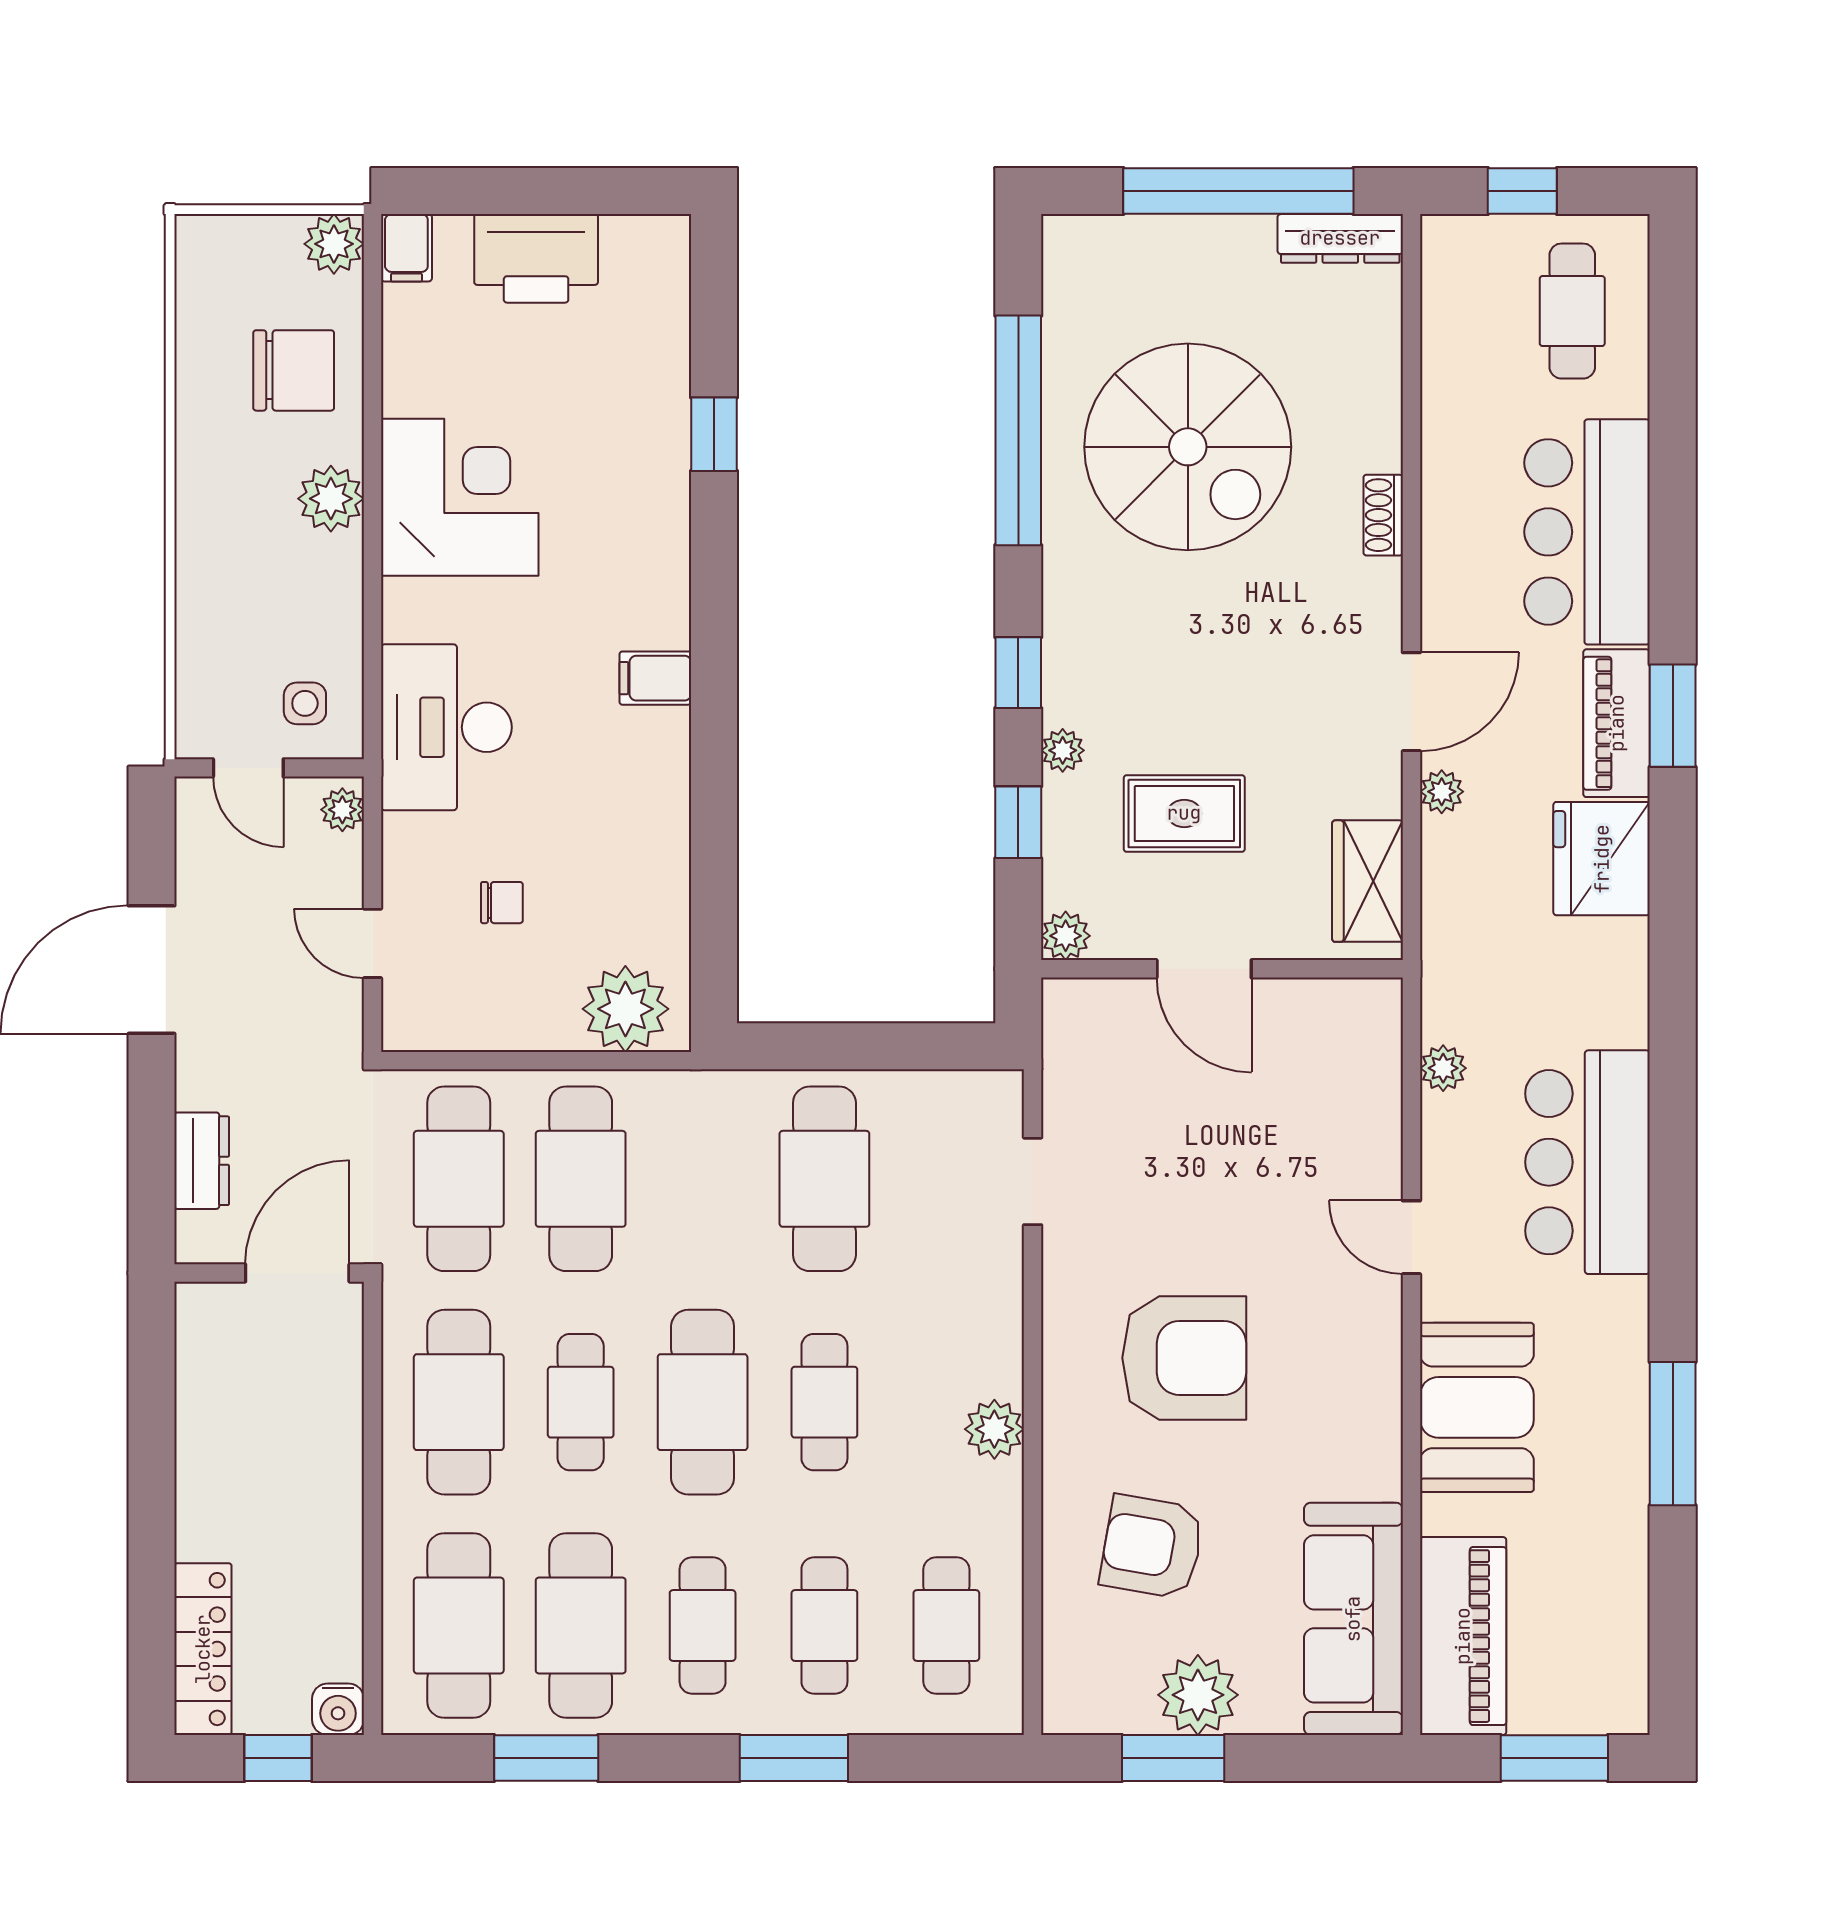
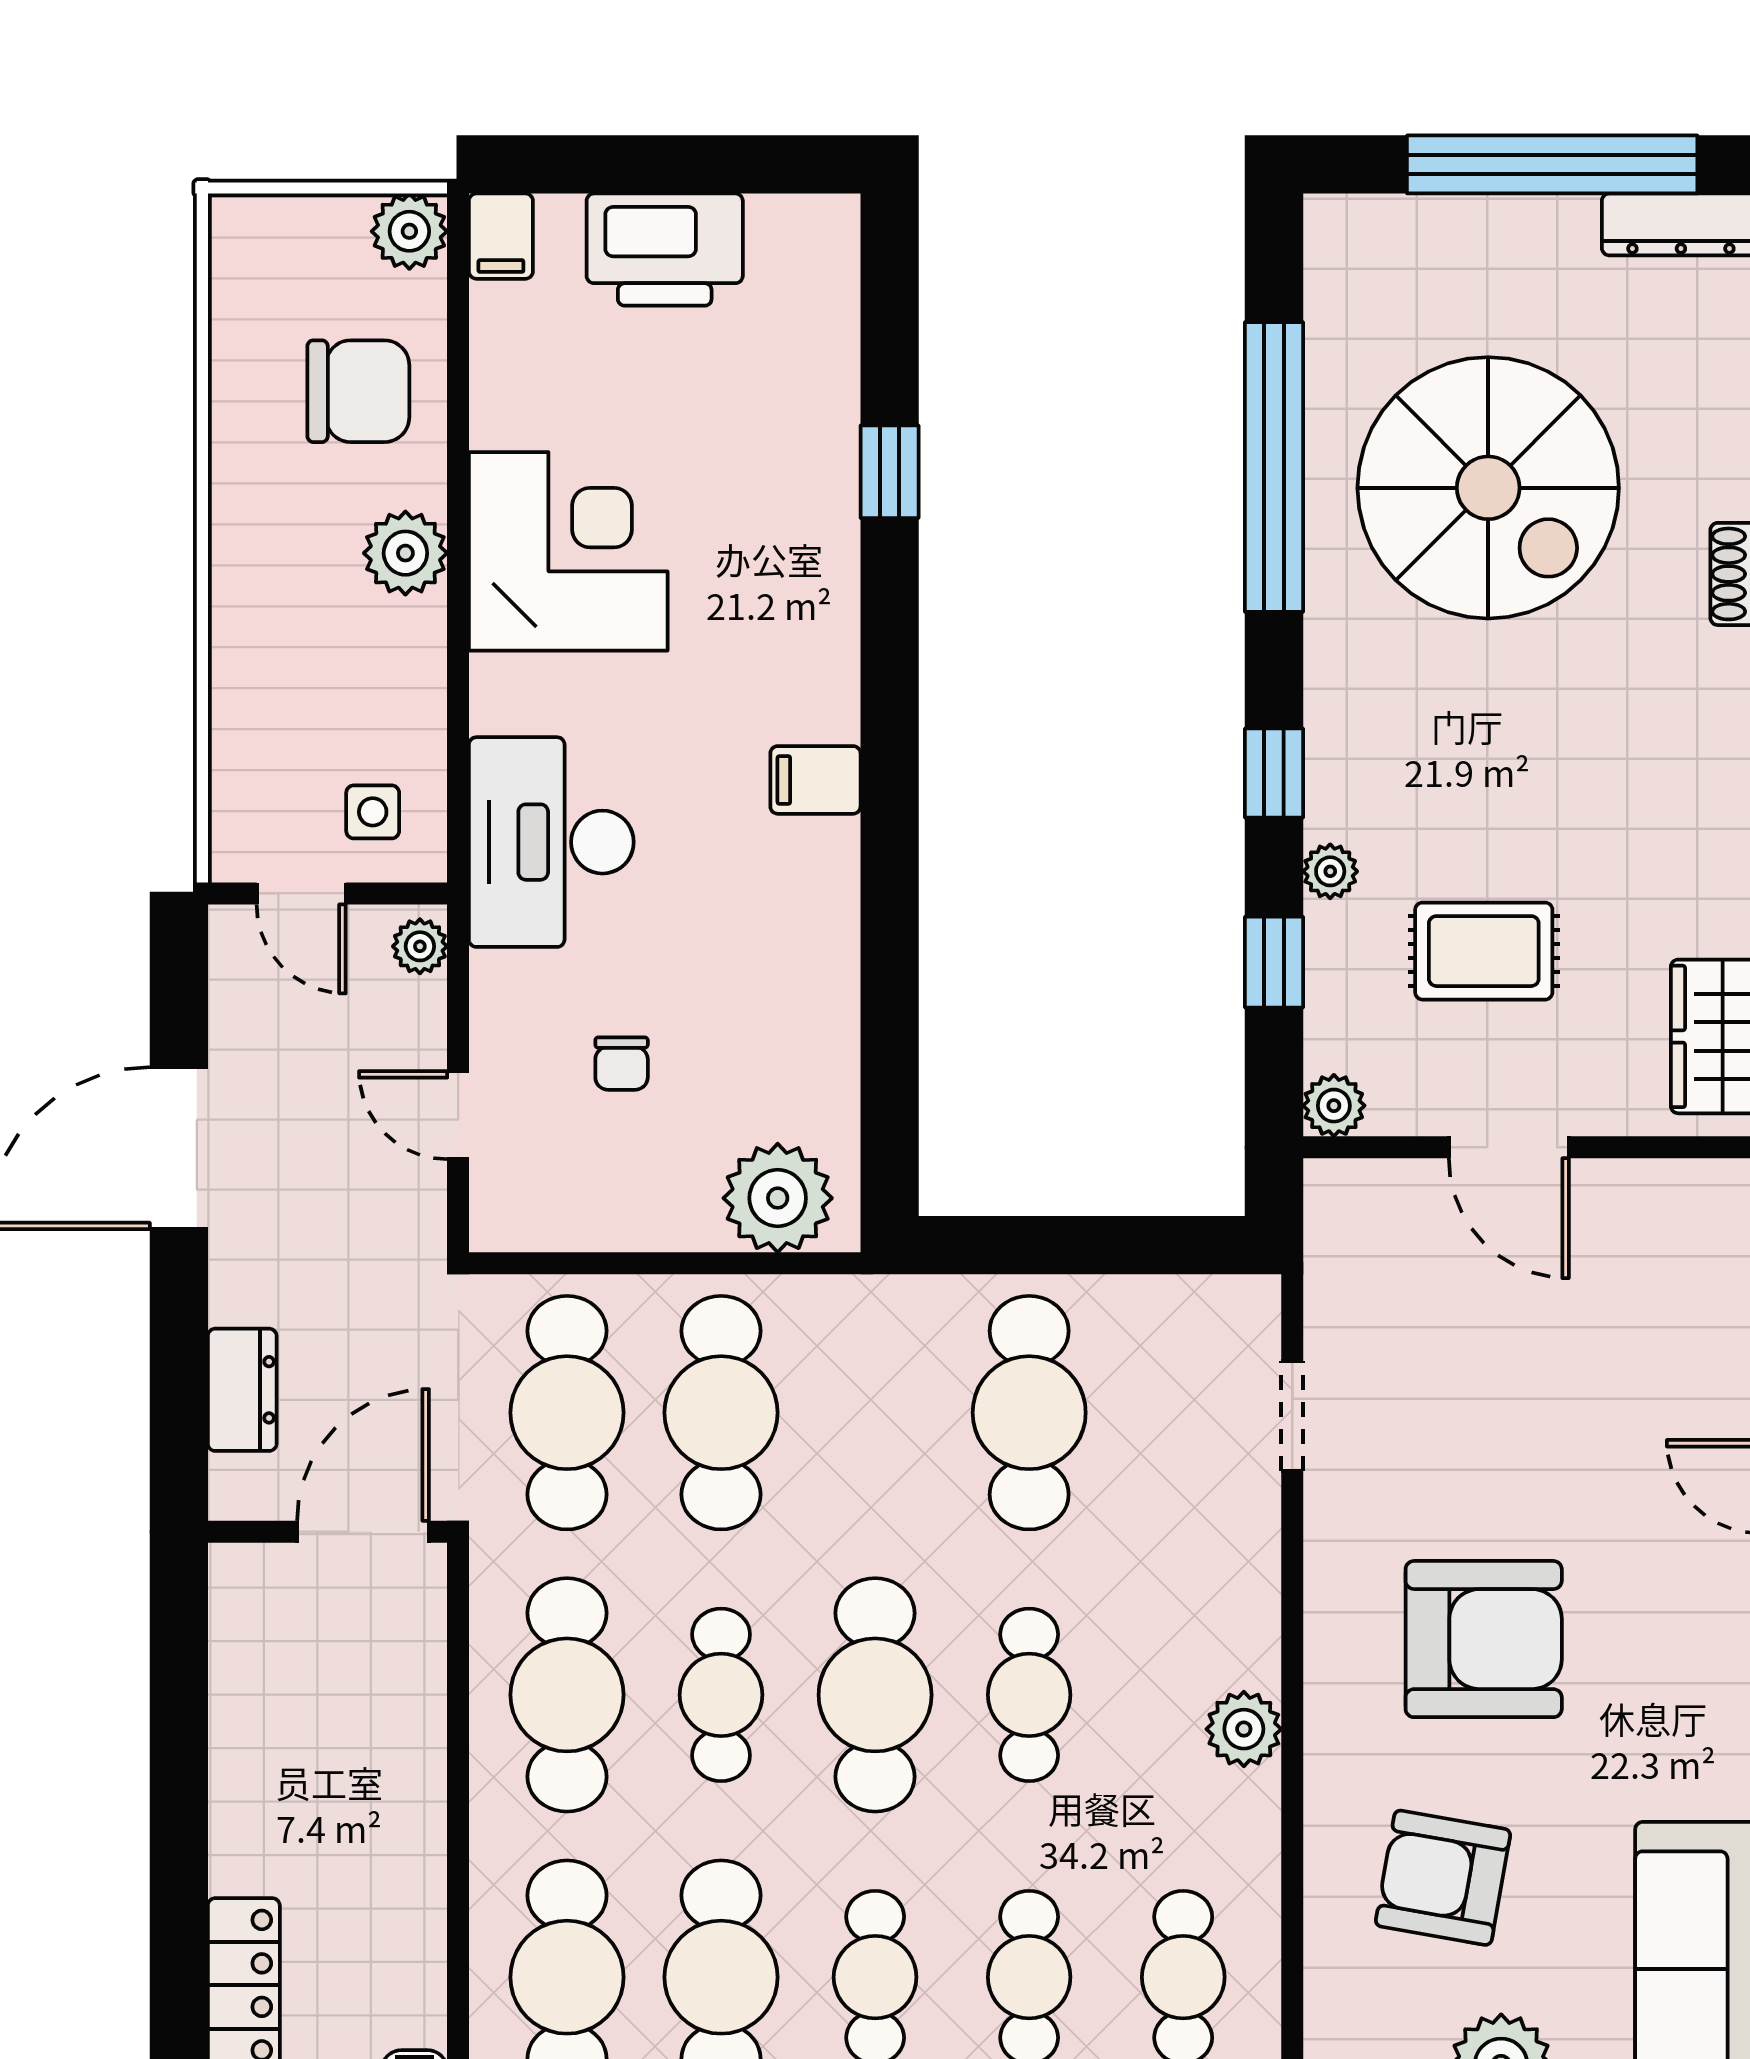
chair: (502, 903) -> (622, 1064), turned 90

